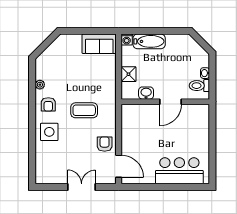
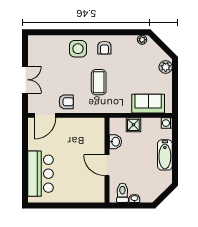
plant: (68, 41) -> (166, 67), added
bathtub: (149, 41) -> (165, 155), moved
sofa: (99, 44) -> (148, 104), moved, turned 90
plant: (40, 85) -> (142, 40), moved
armchair: (48, 104) -> (104, 48), turned -90

